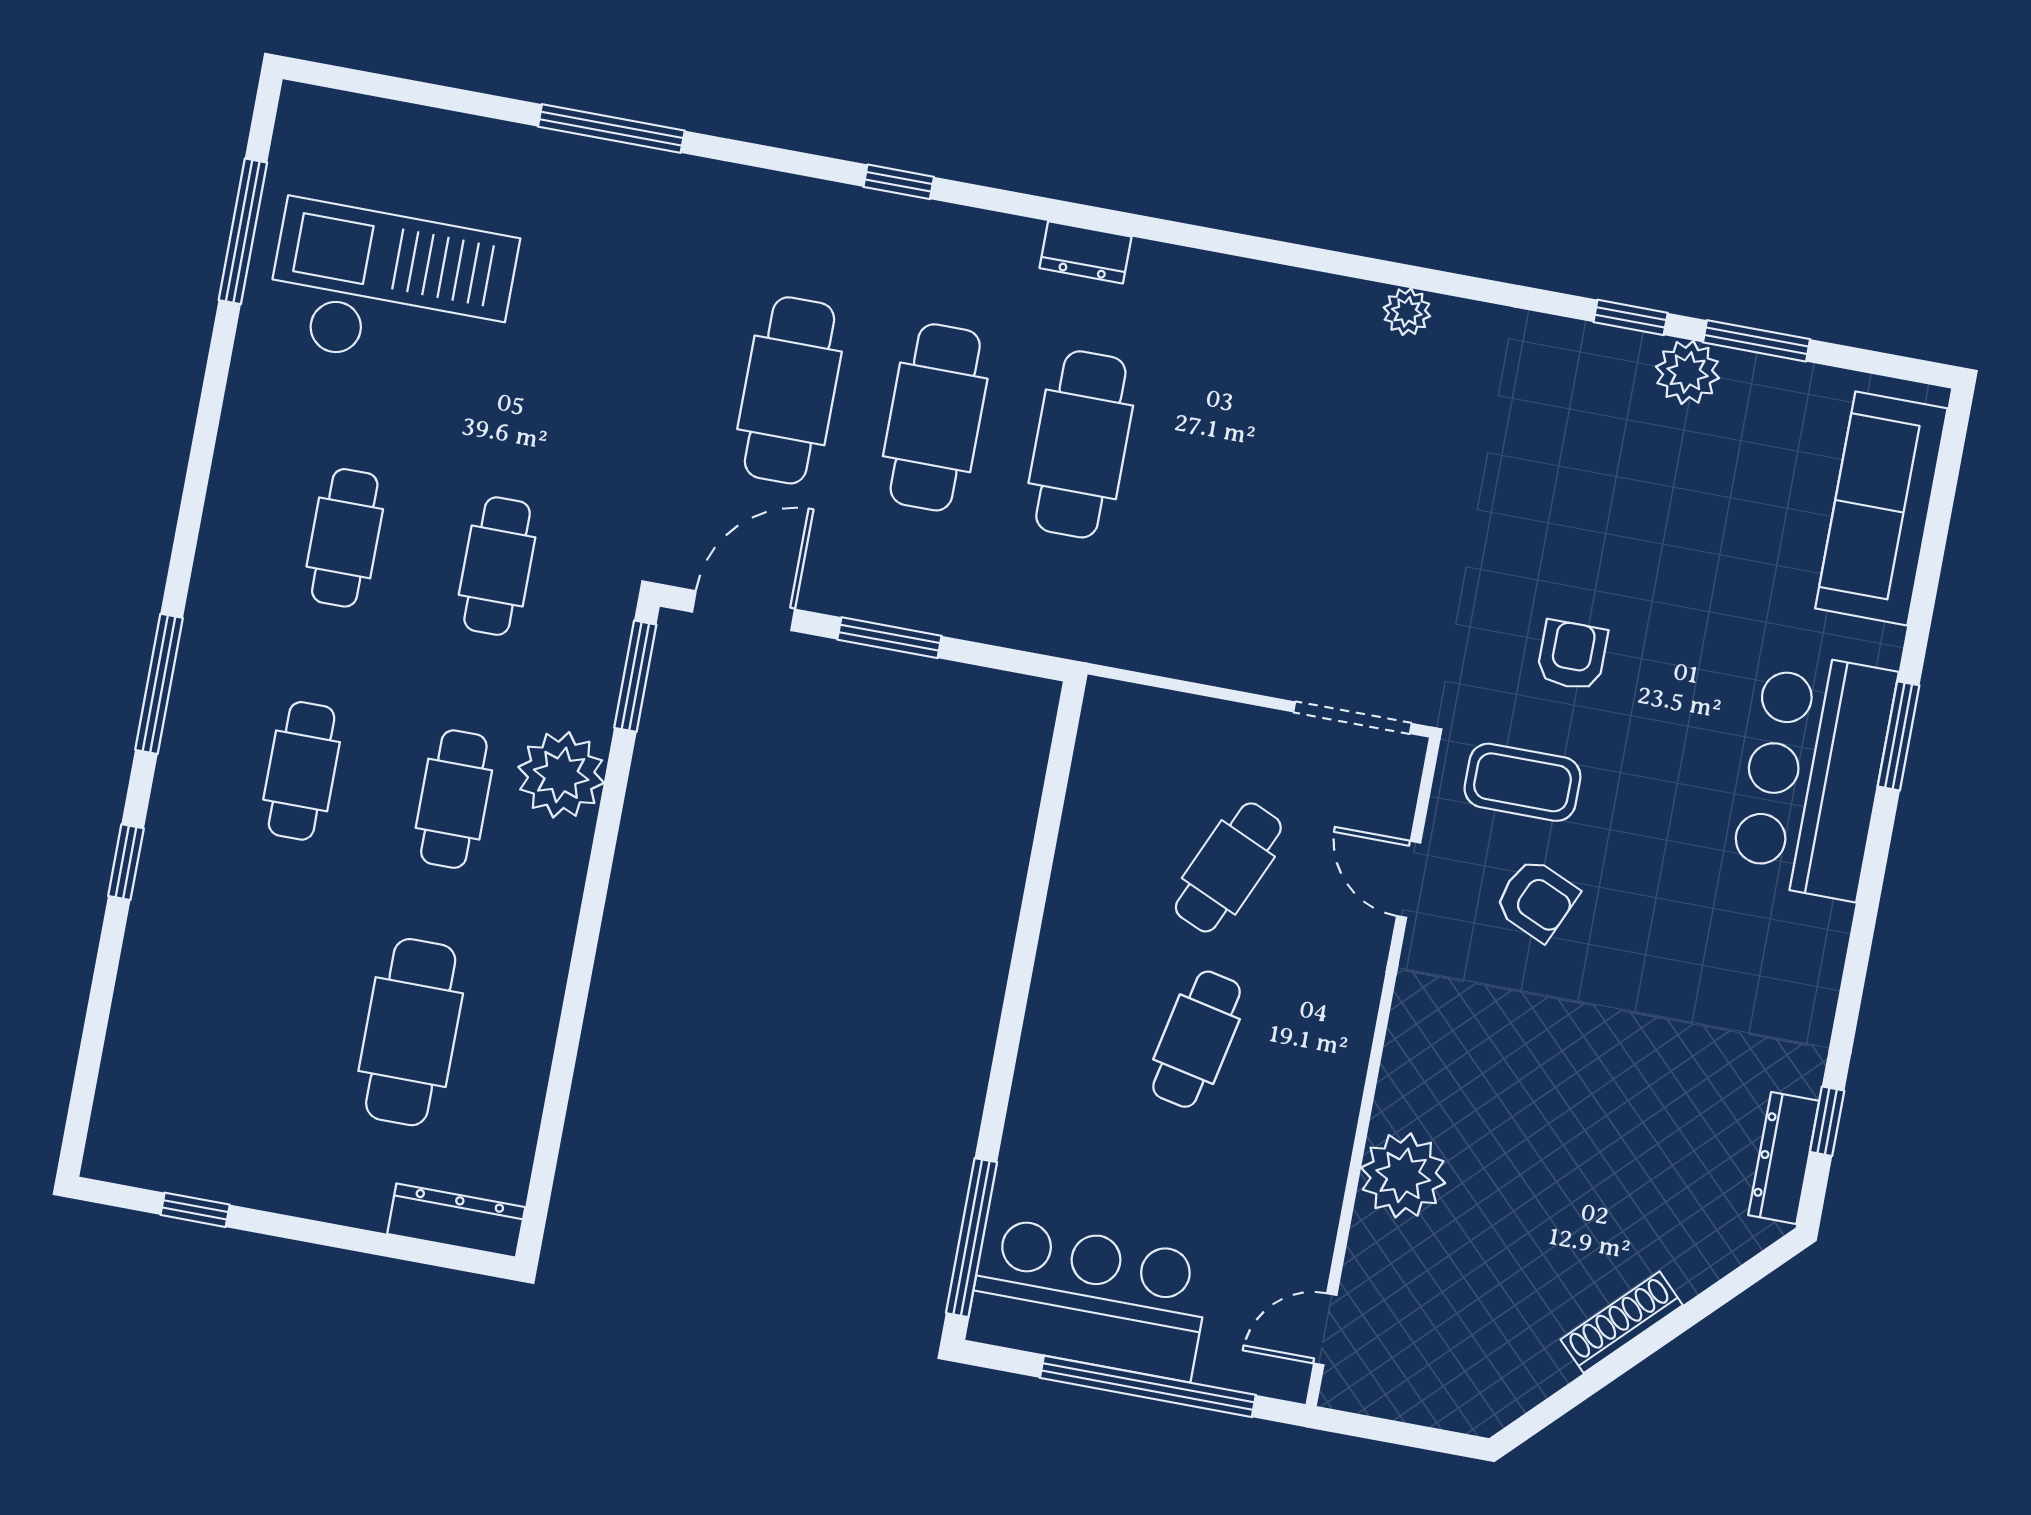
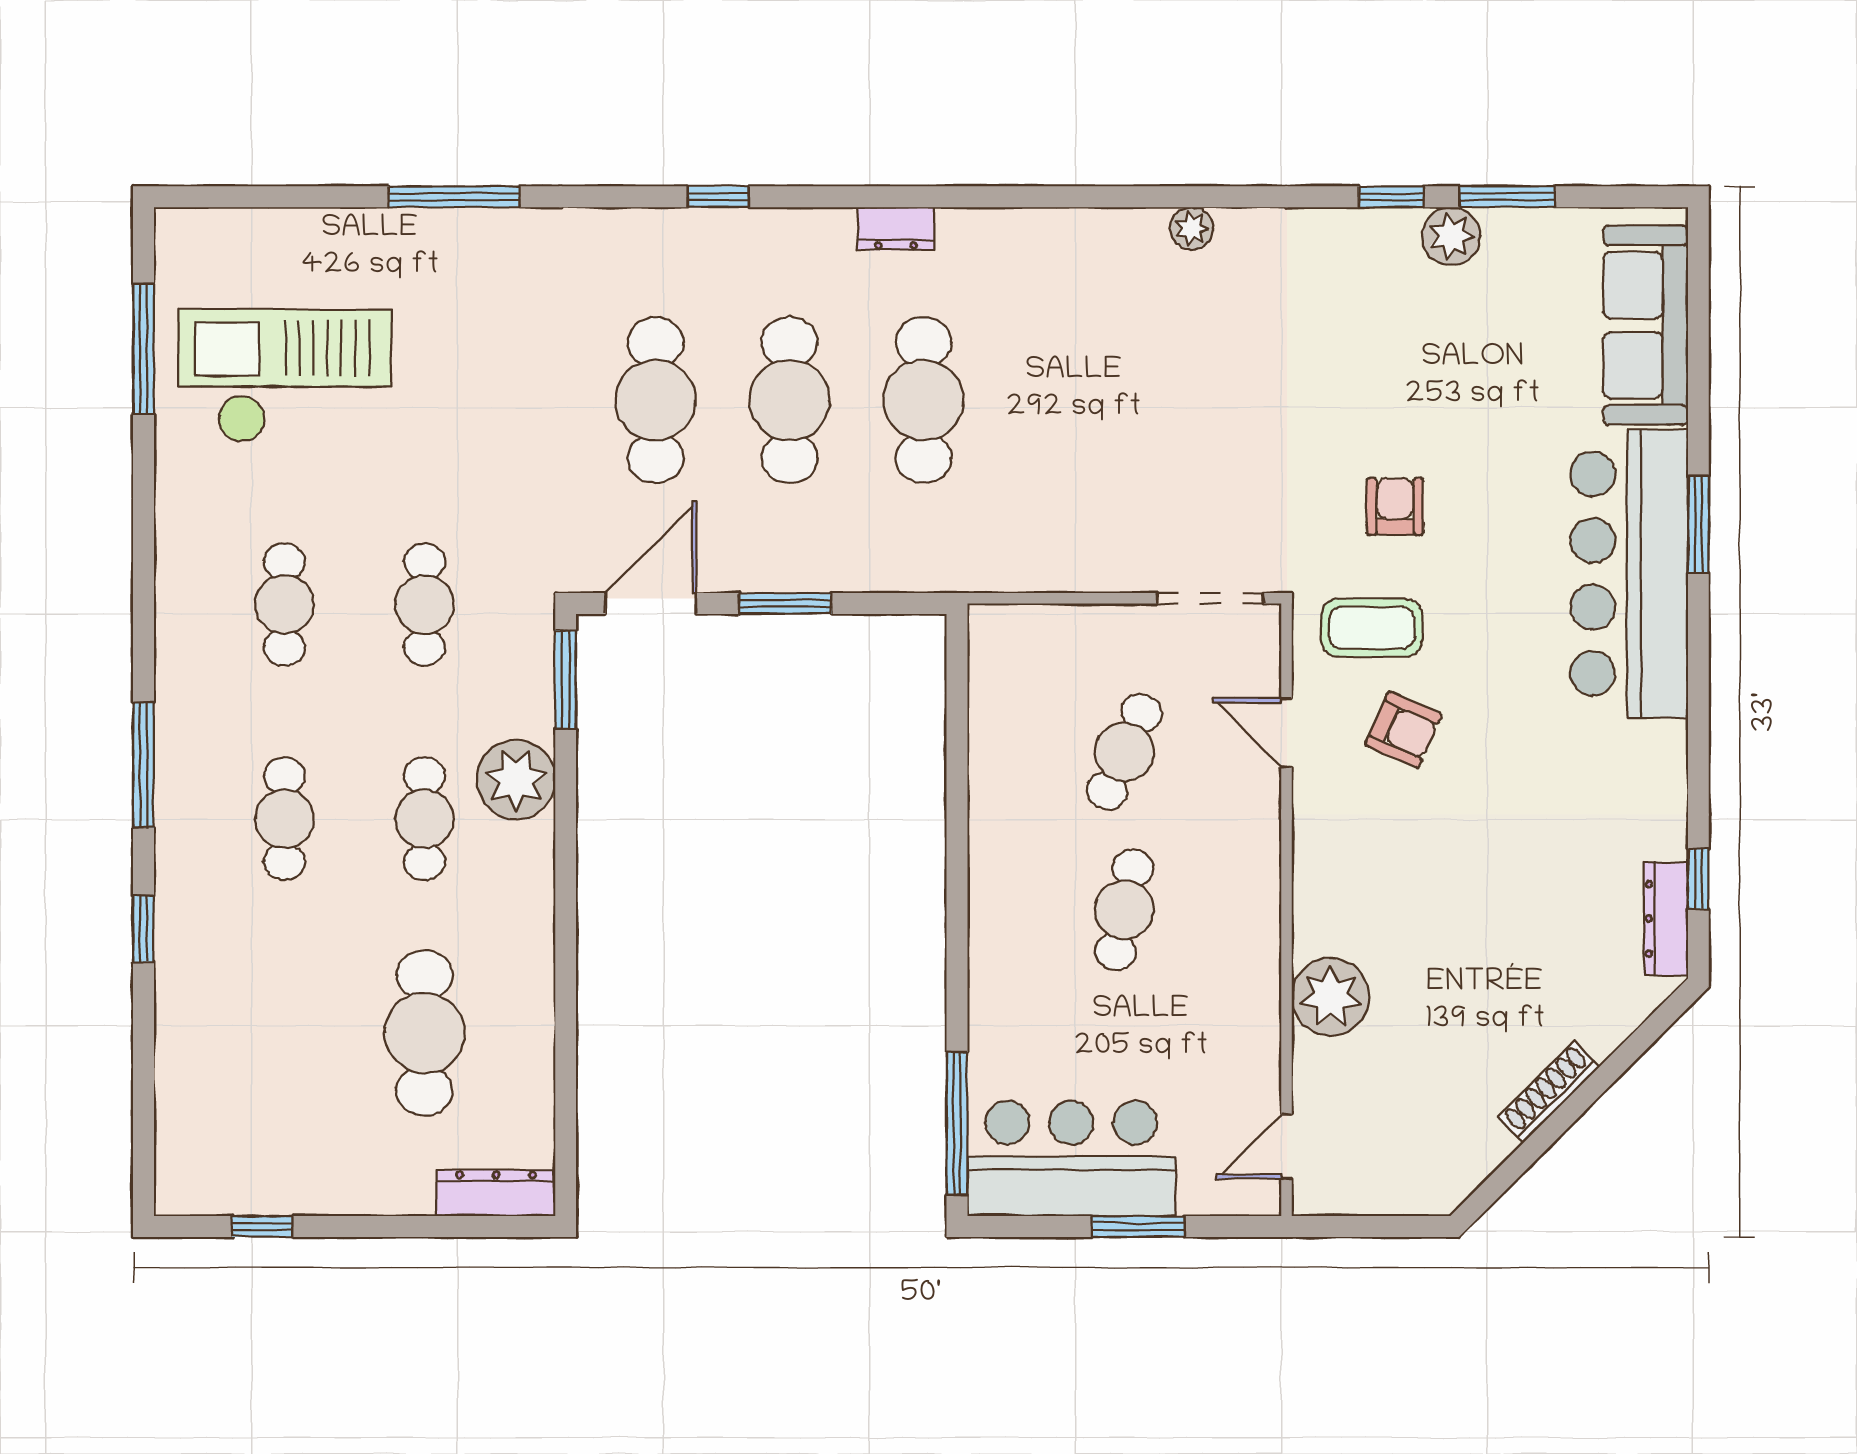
bar counter: (1813, 775) -> (1629, 574), width x1.36
window: (1148, 1386) -> (1138, 1227), width x0.47

